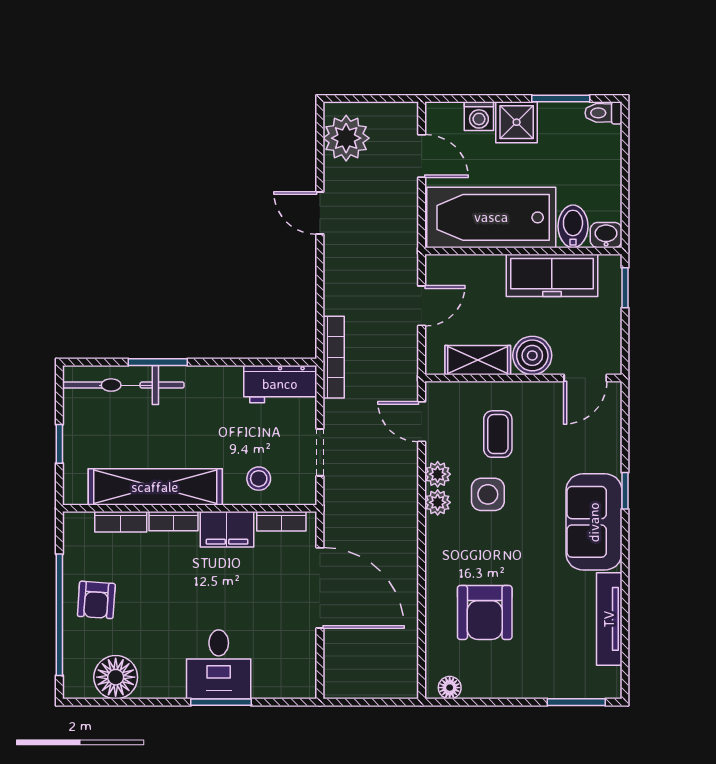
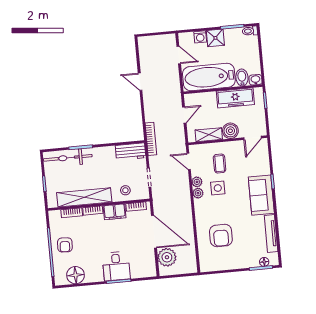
plant: (346, 138) -> (167, 257), moved
floor lamp: (450, 688) -> (264, 262), moved

